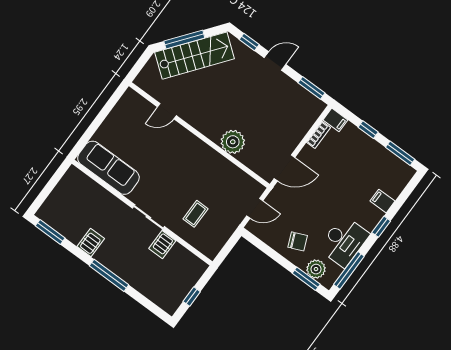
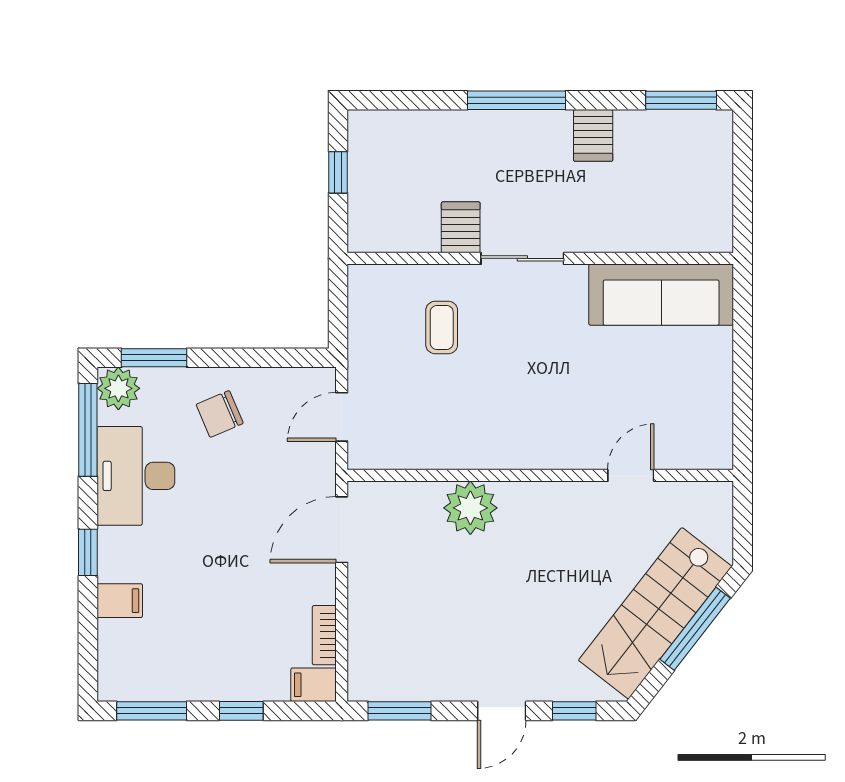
plant: (316, 269) -> (118, 388), moved

